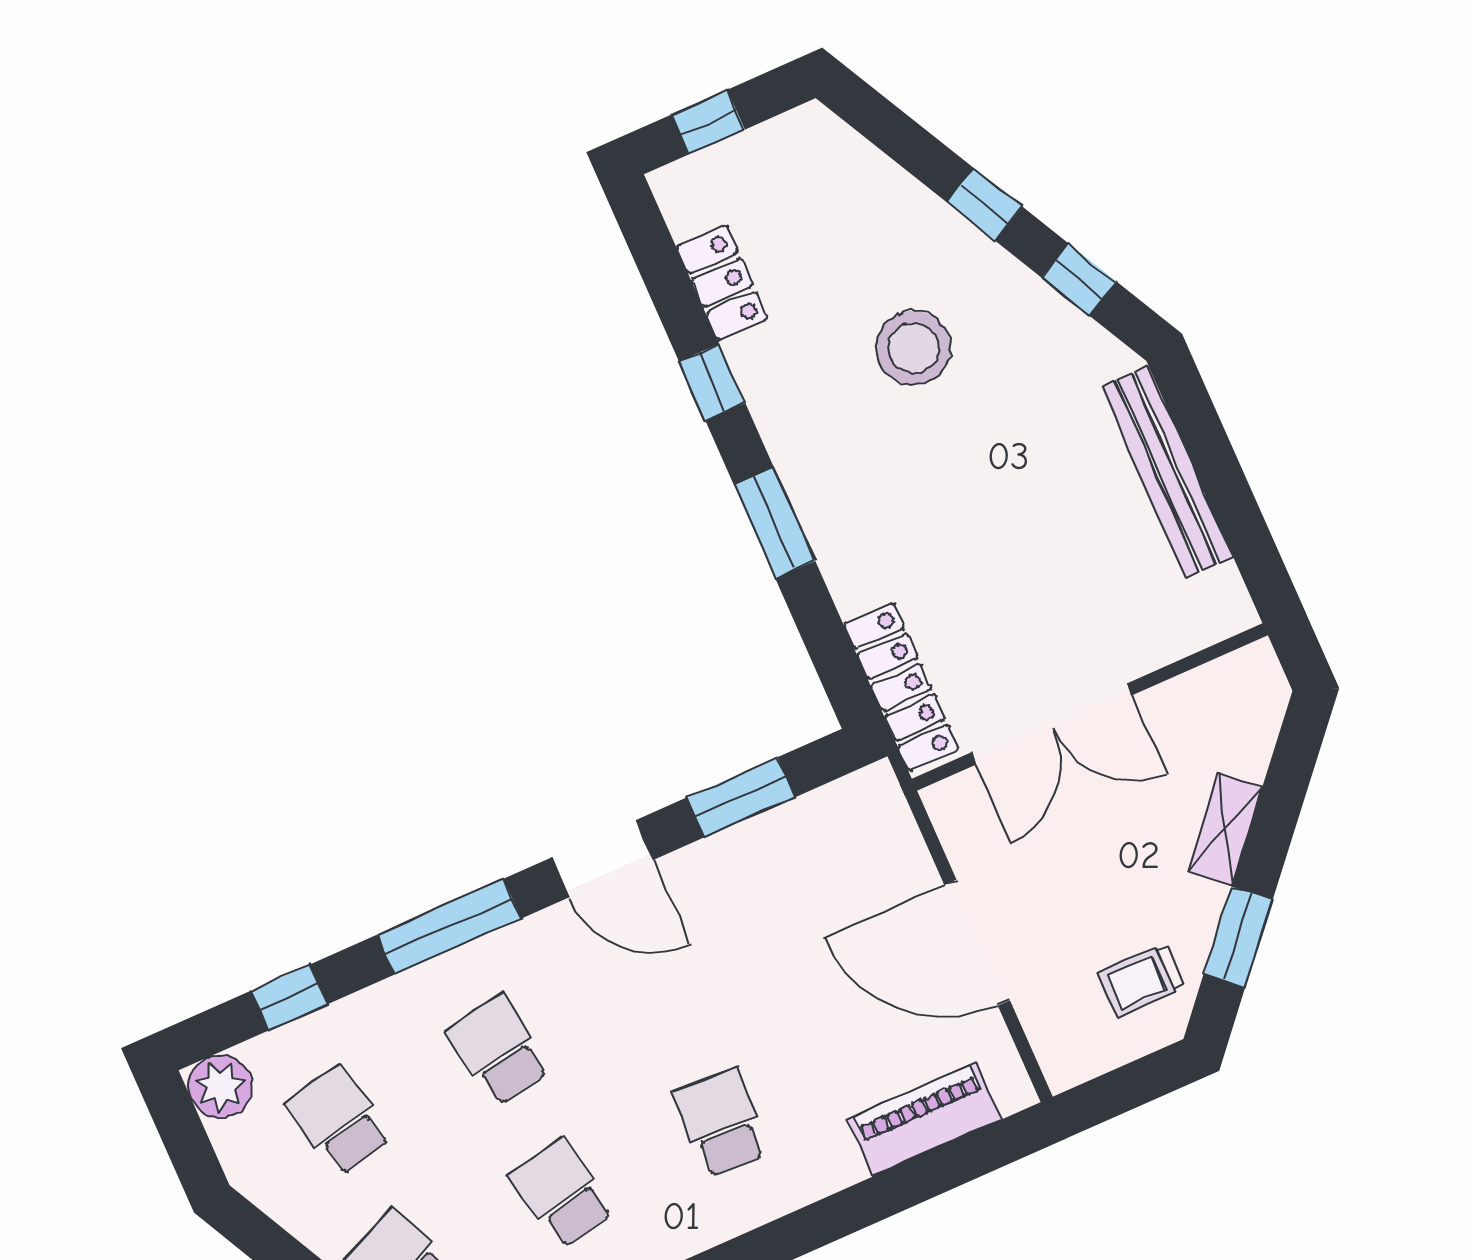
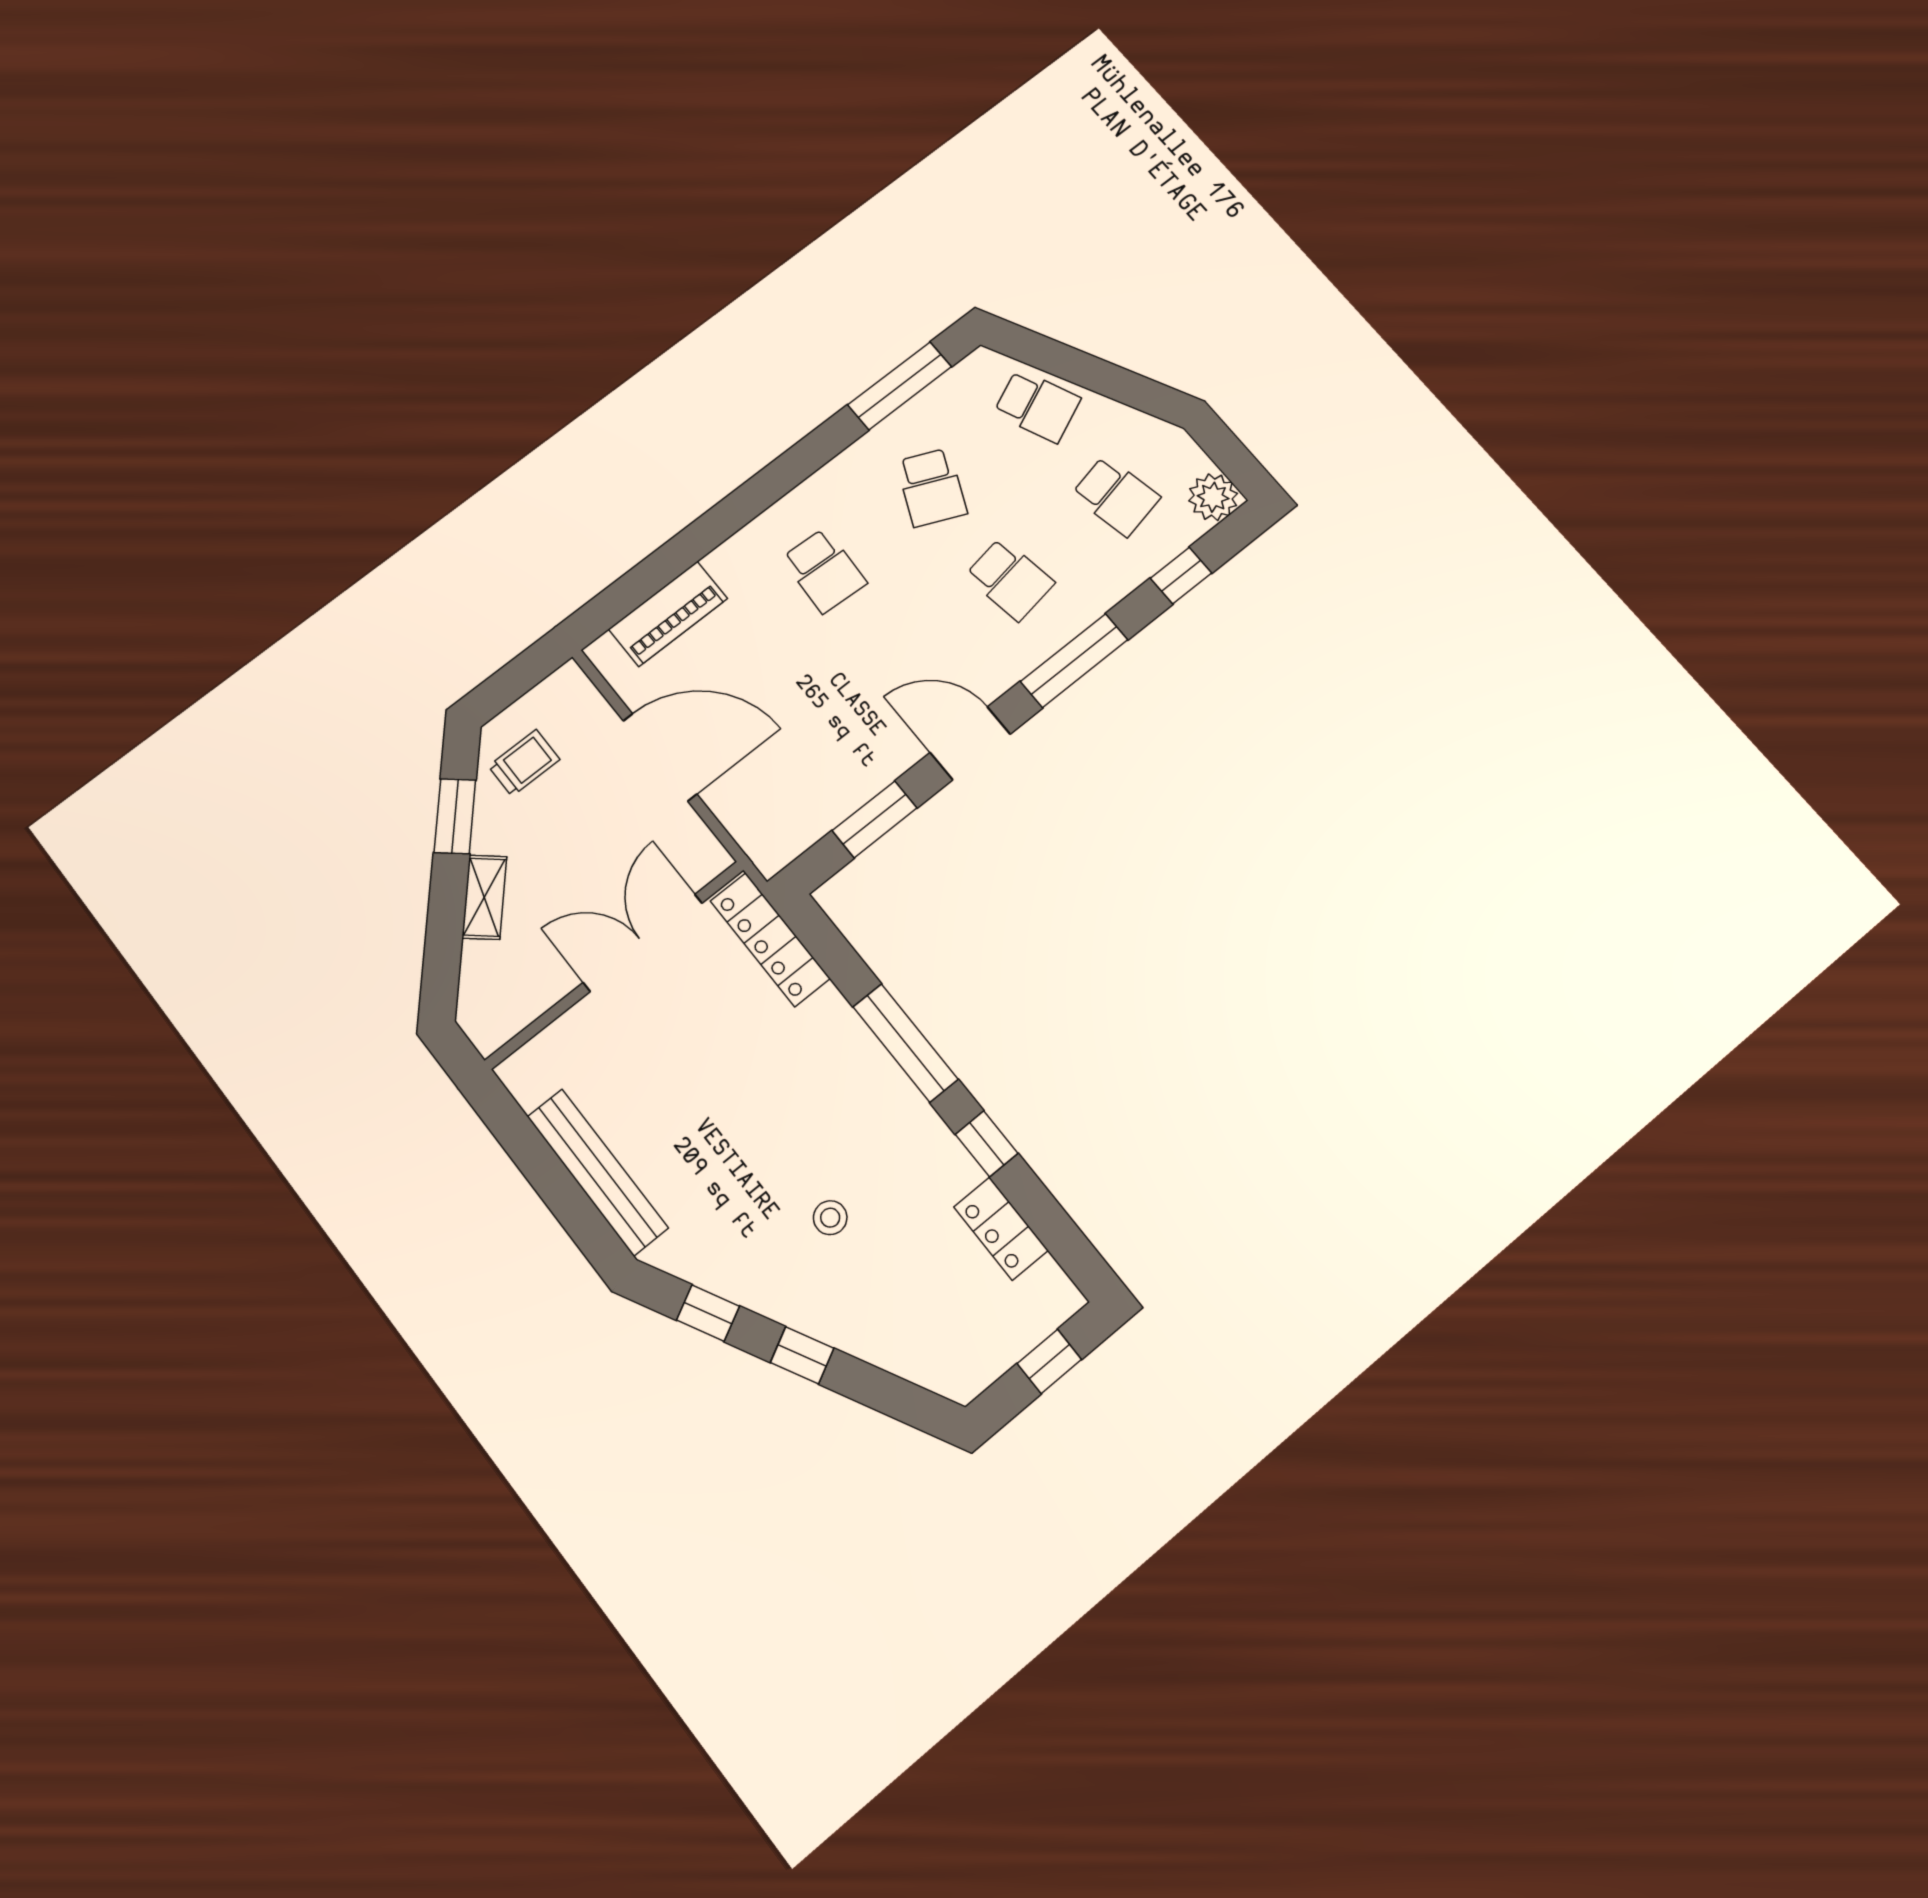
stool: (913, 348) -> (830, 1218), width x0.53, depth x0.53
window: (775, 523) -> (905, 1043), width x1.44
school desk: (562, 1193) -> (932, 487), turned 36

